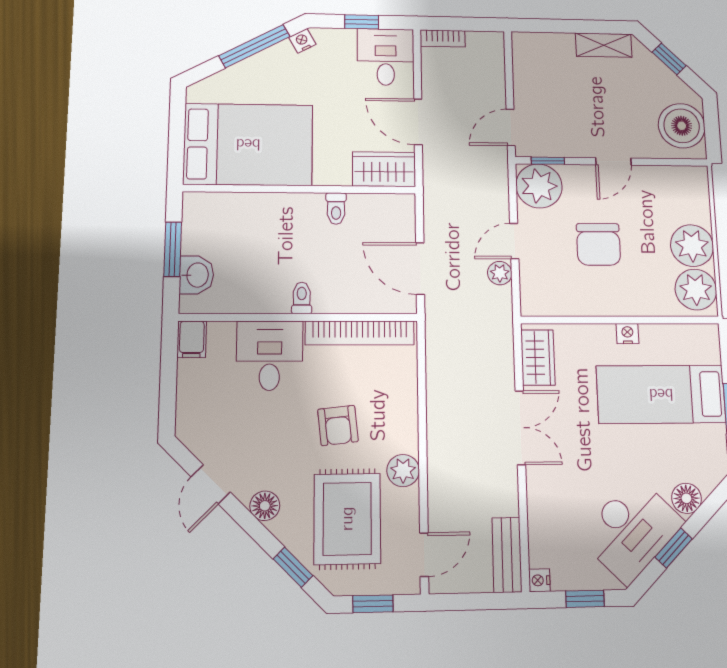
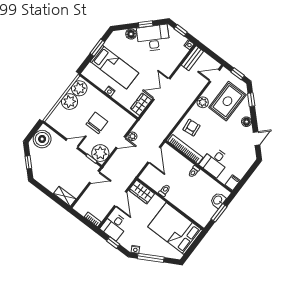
shelving: (604, 45) -> (65, 196), moved
armchair: (338, 425) -> (191, 128), moved

